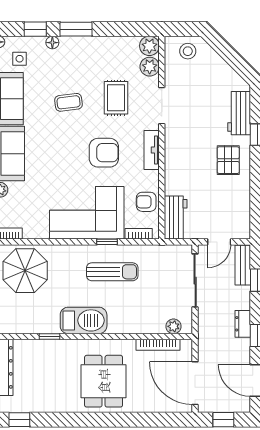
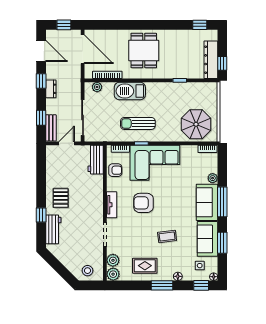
window: (35, 29) -> (201, 285), moved
rug: (116, 98) -> (145, 266), moved, turned 90
barbecue: (84, 320) -> (130, 91), moved

